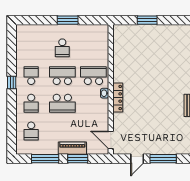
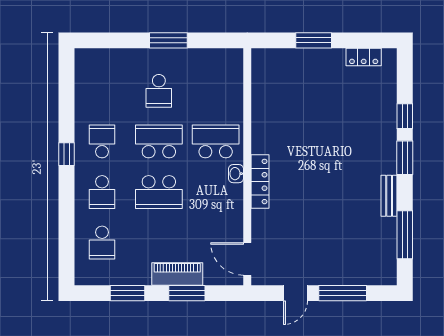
locker: (175, 29) -> (364, 57), added
window: (45, 159) -> (128, 293), width x0.69

